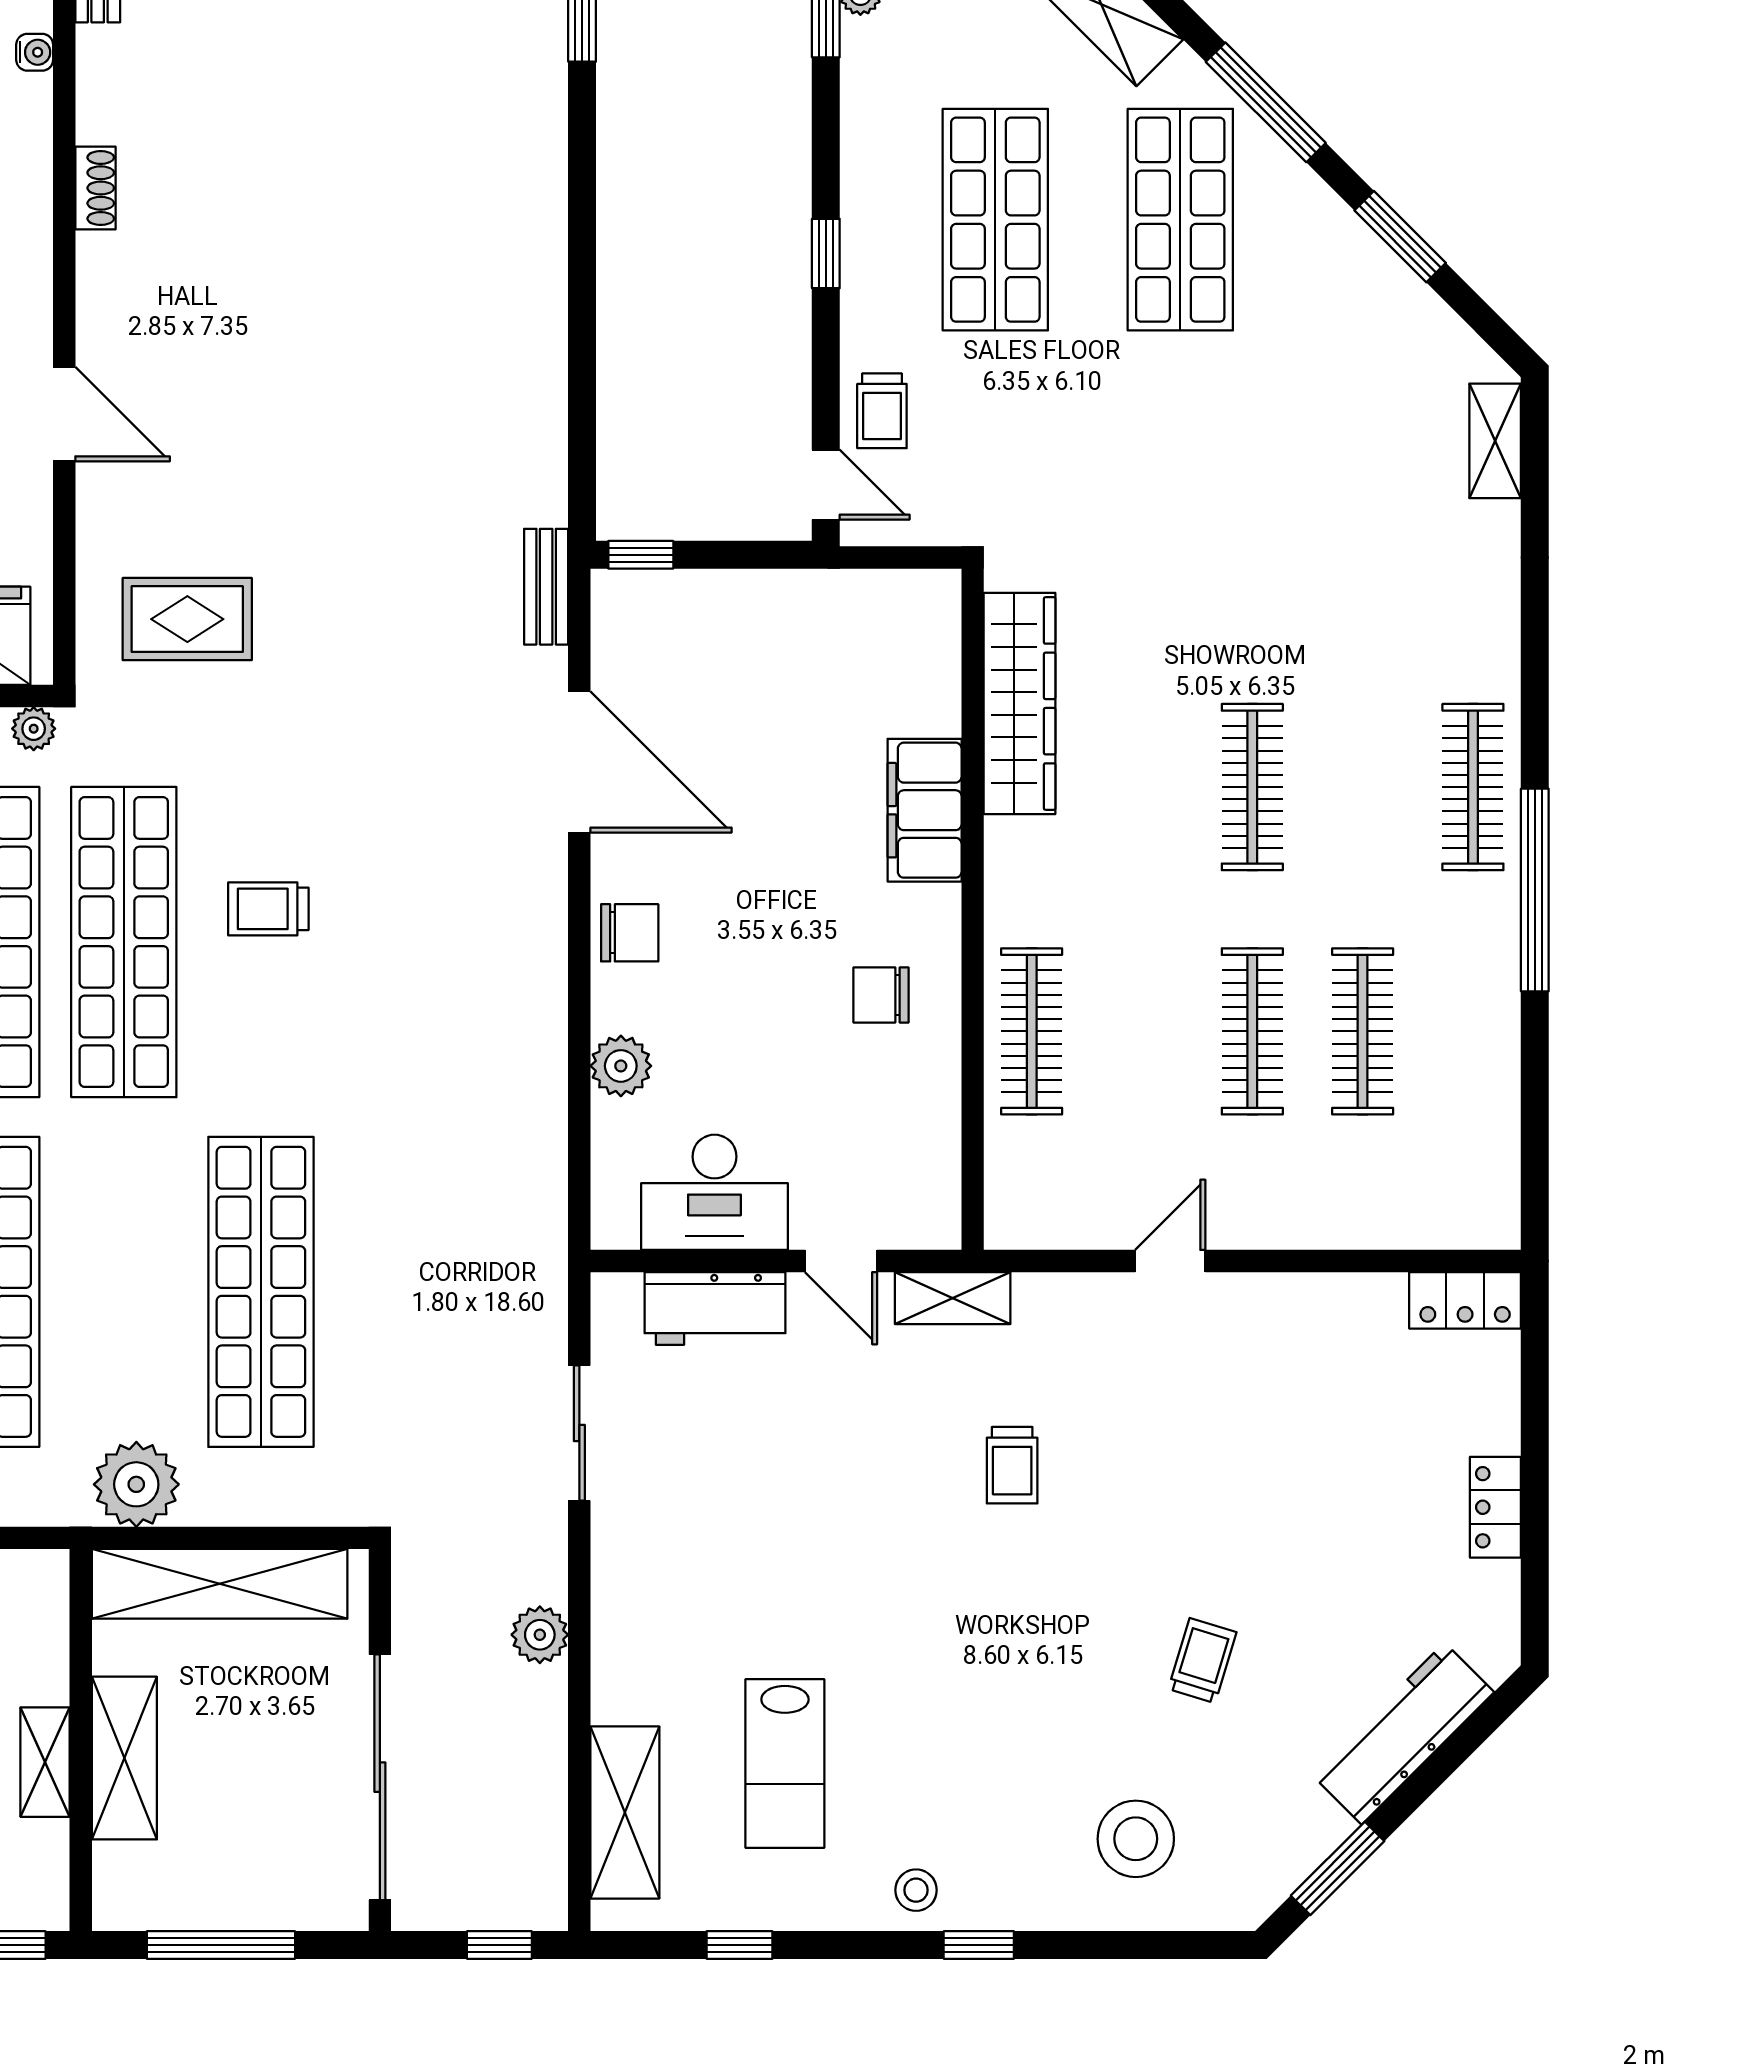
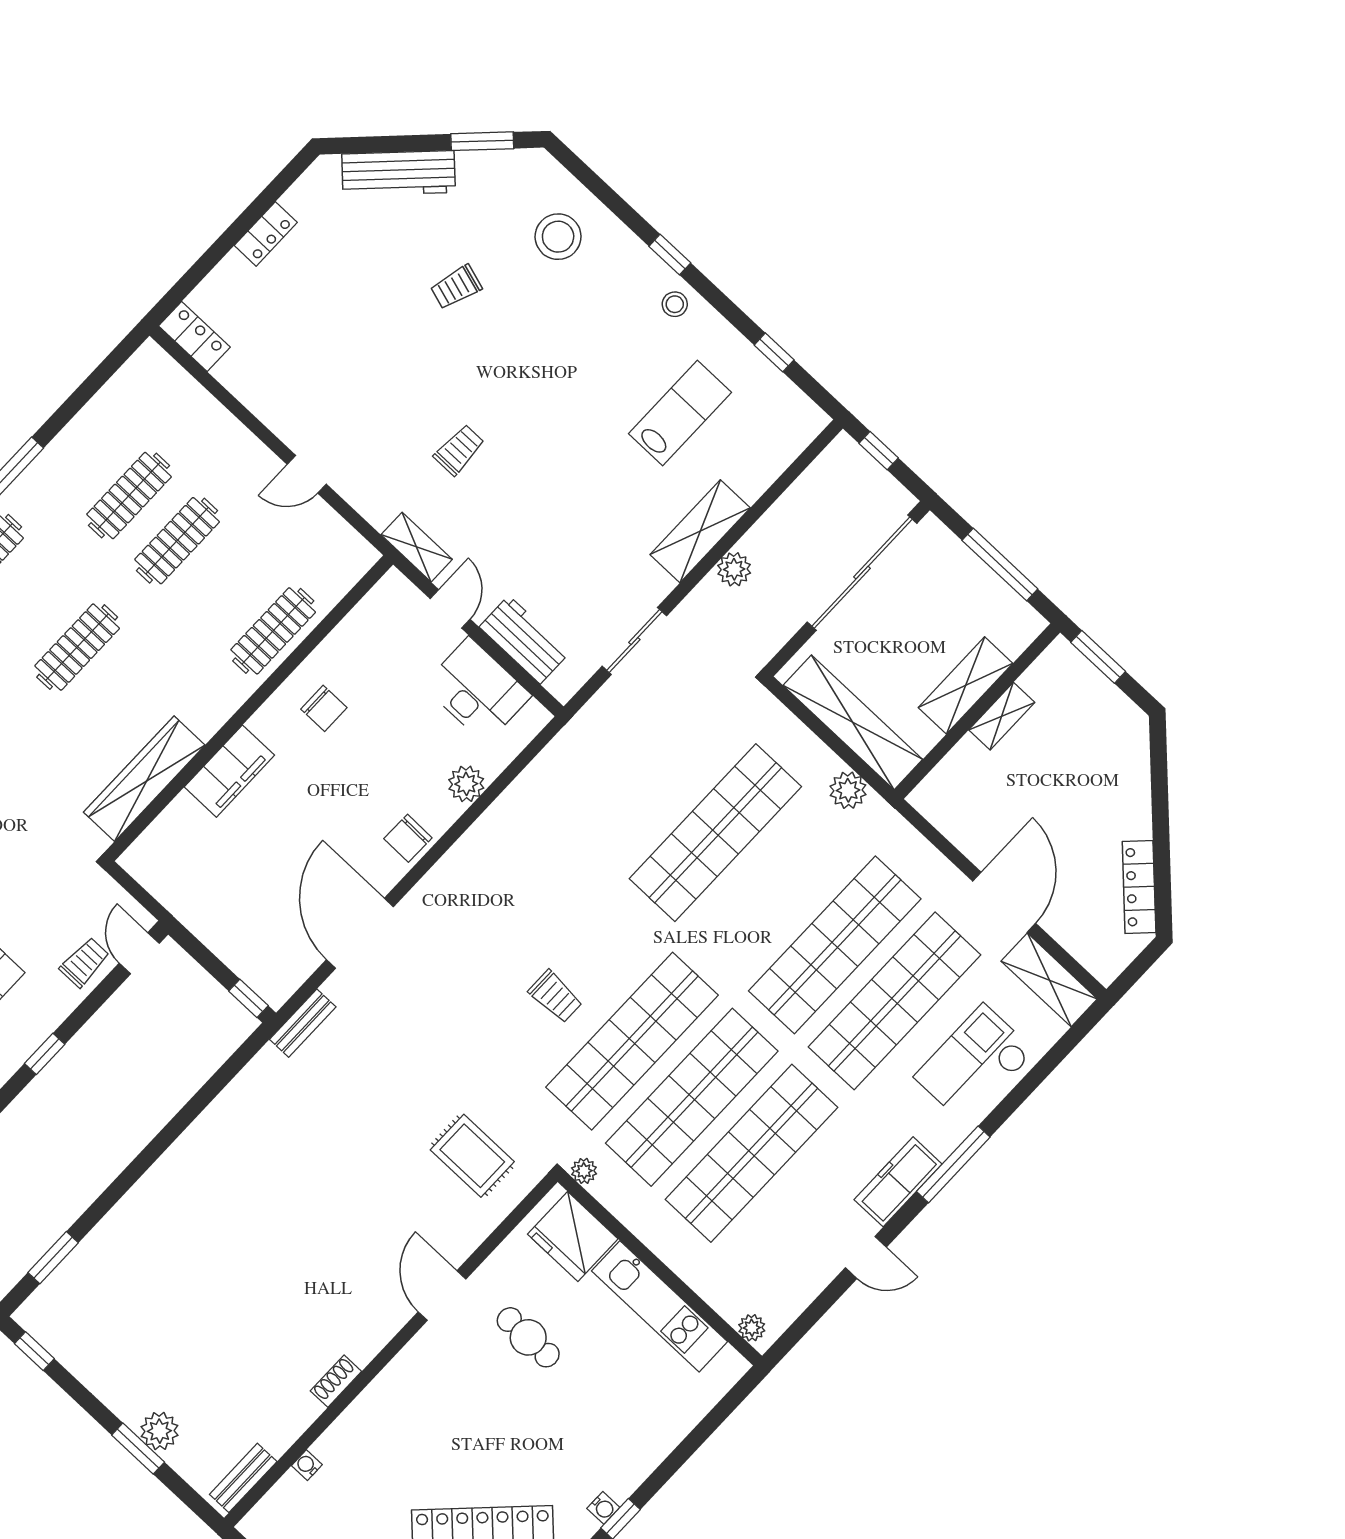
chair: (630, 933) -> (408, 838), turned -89
plant: (136, 1484) -> (848, 790), width x0.73, depth x0.73
shelving: (625, 1813) -> (700, 531), moved

